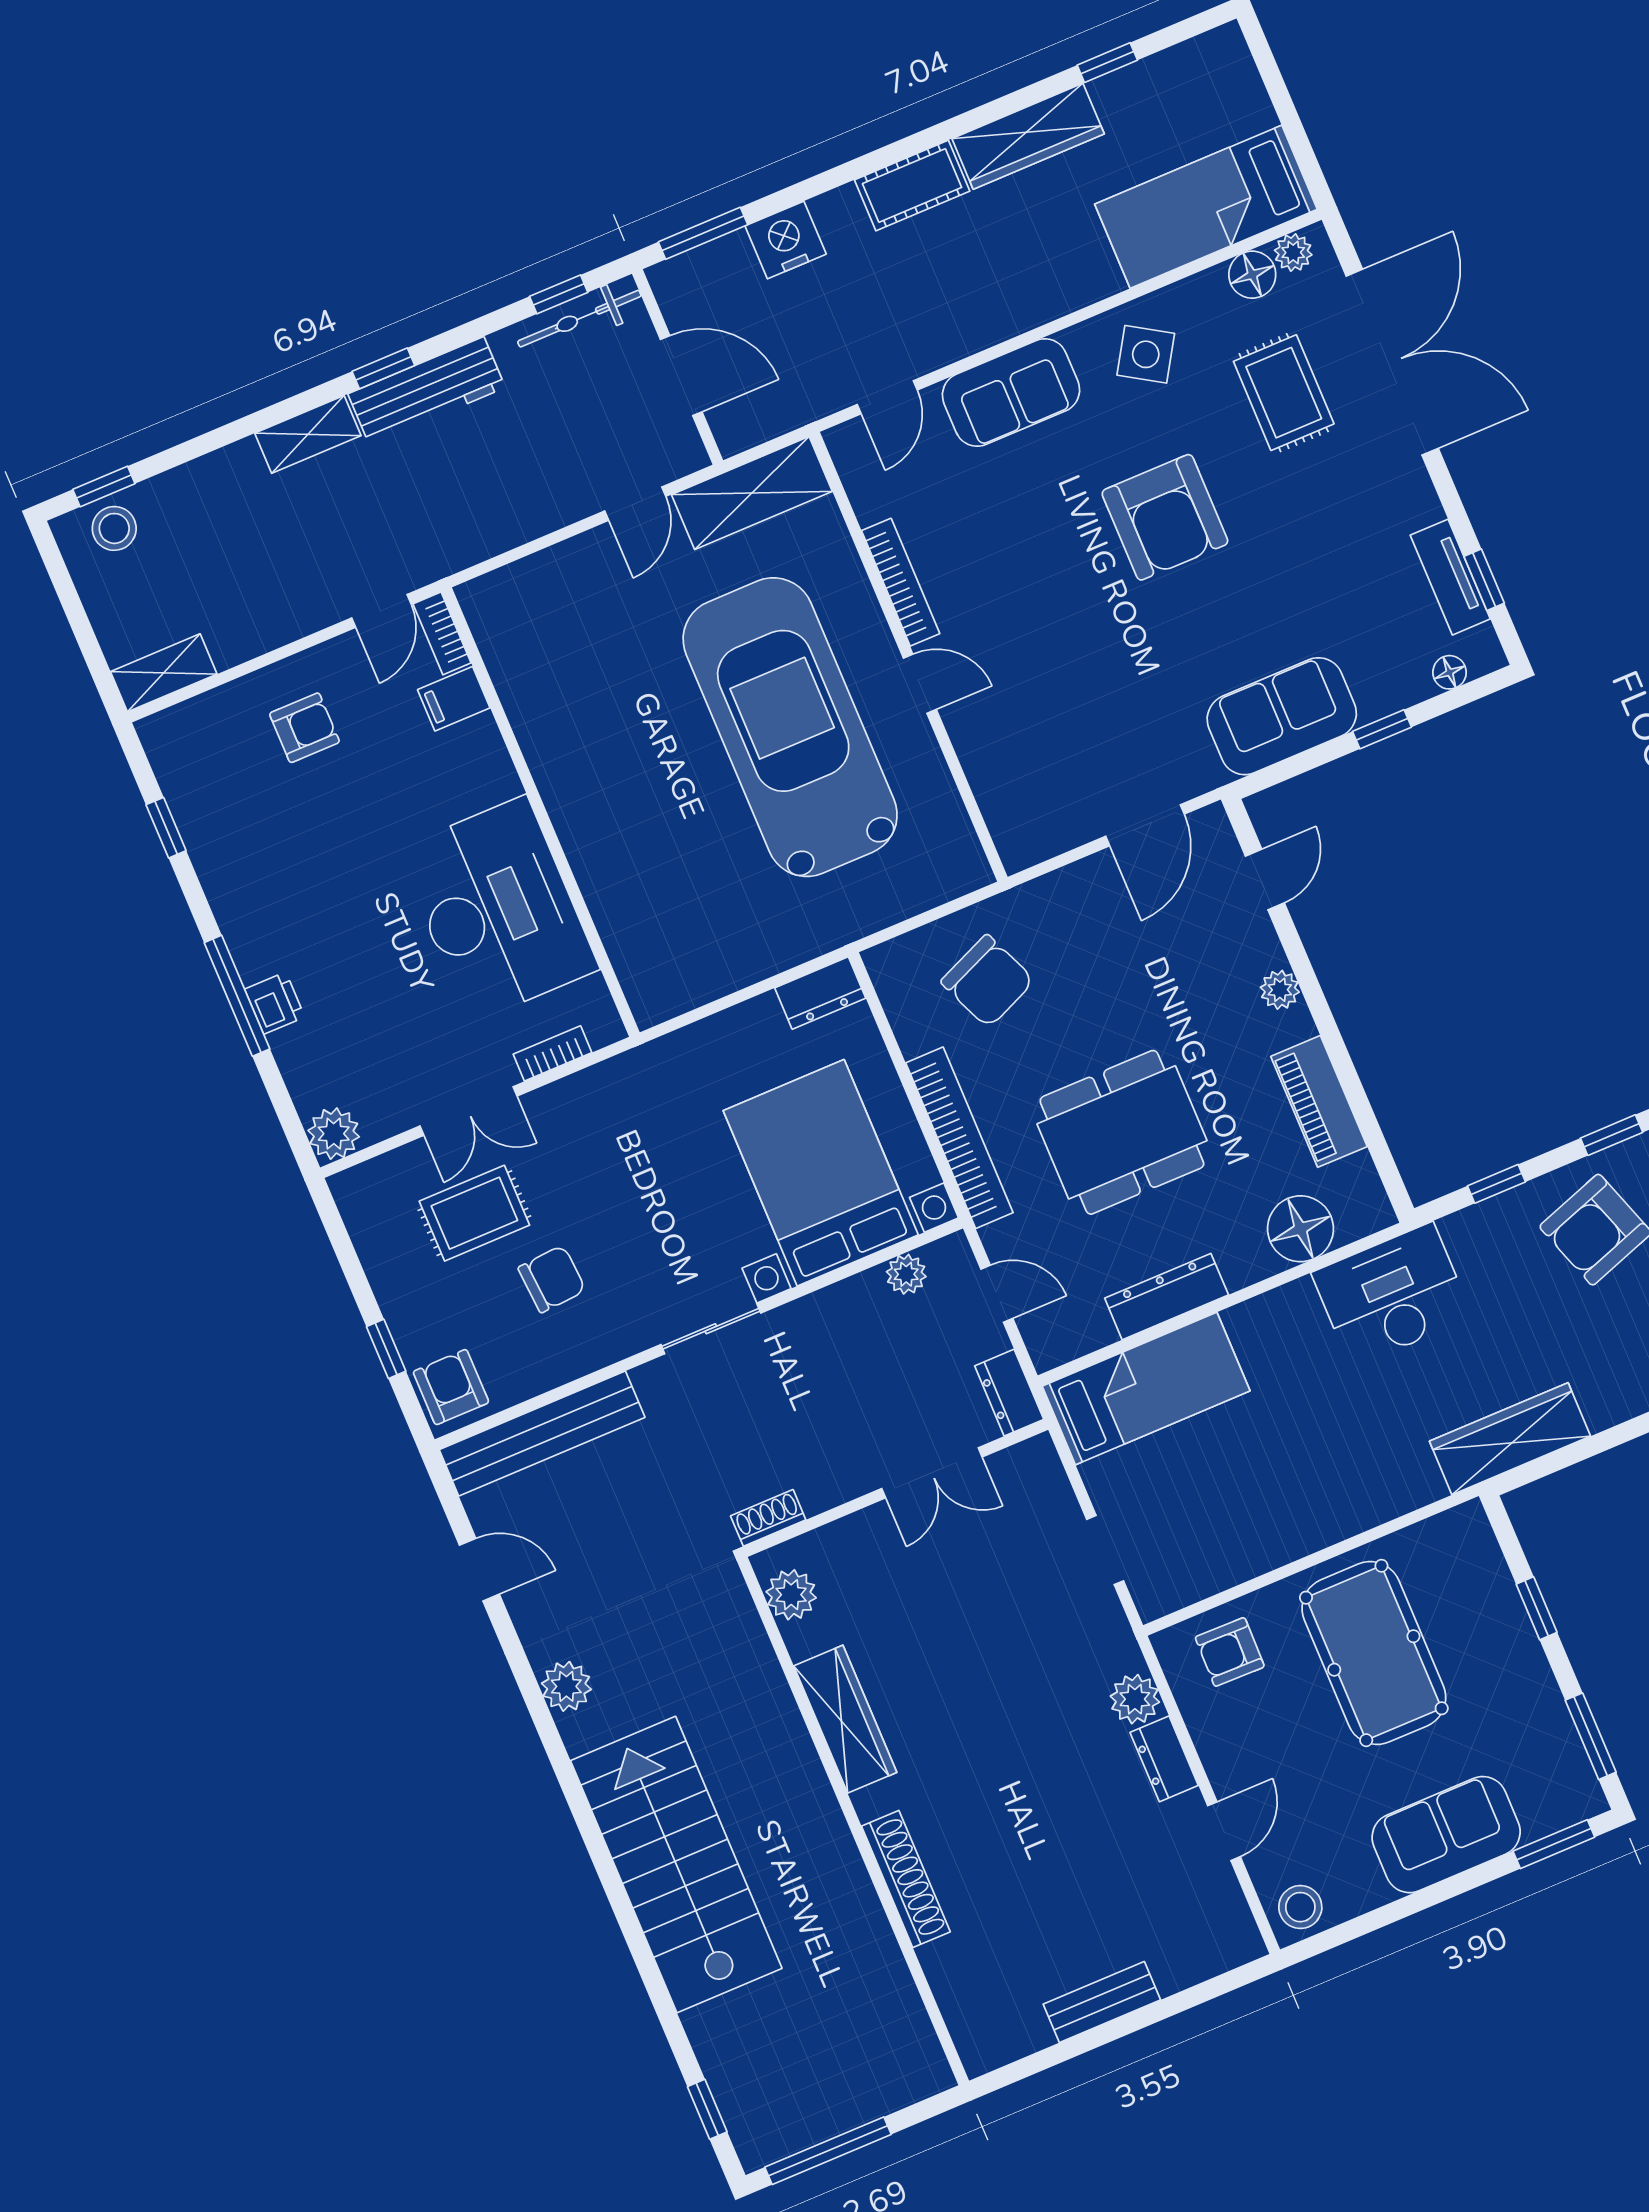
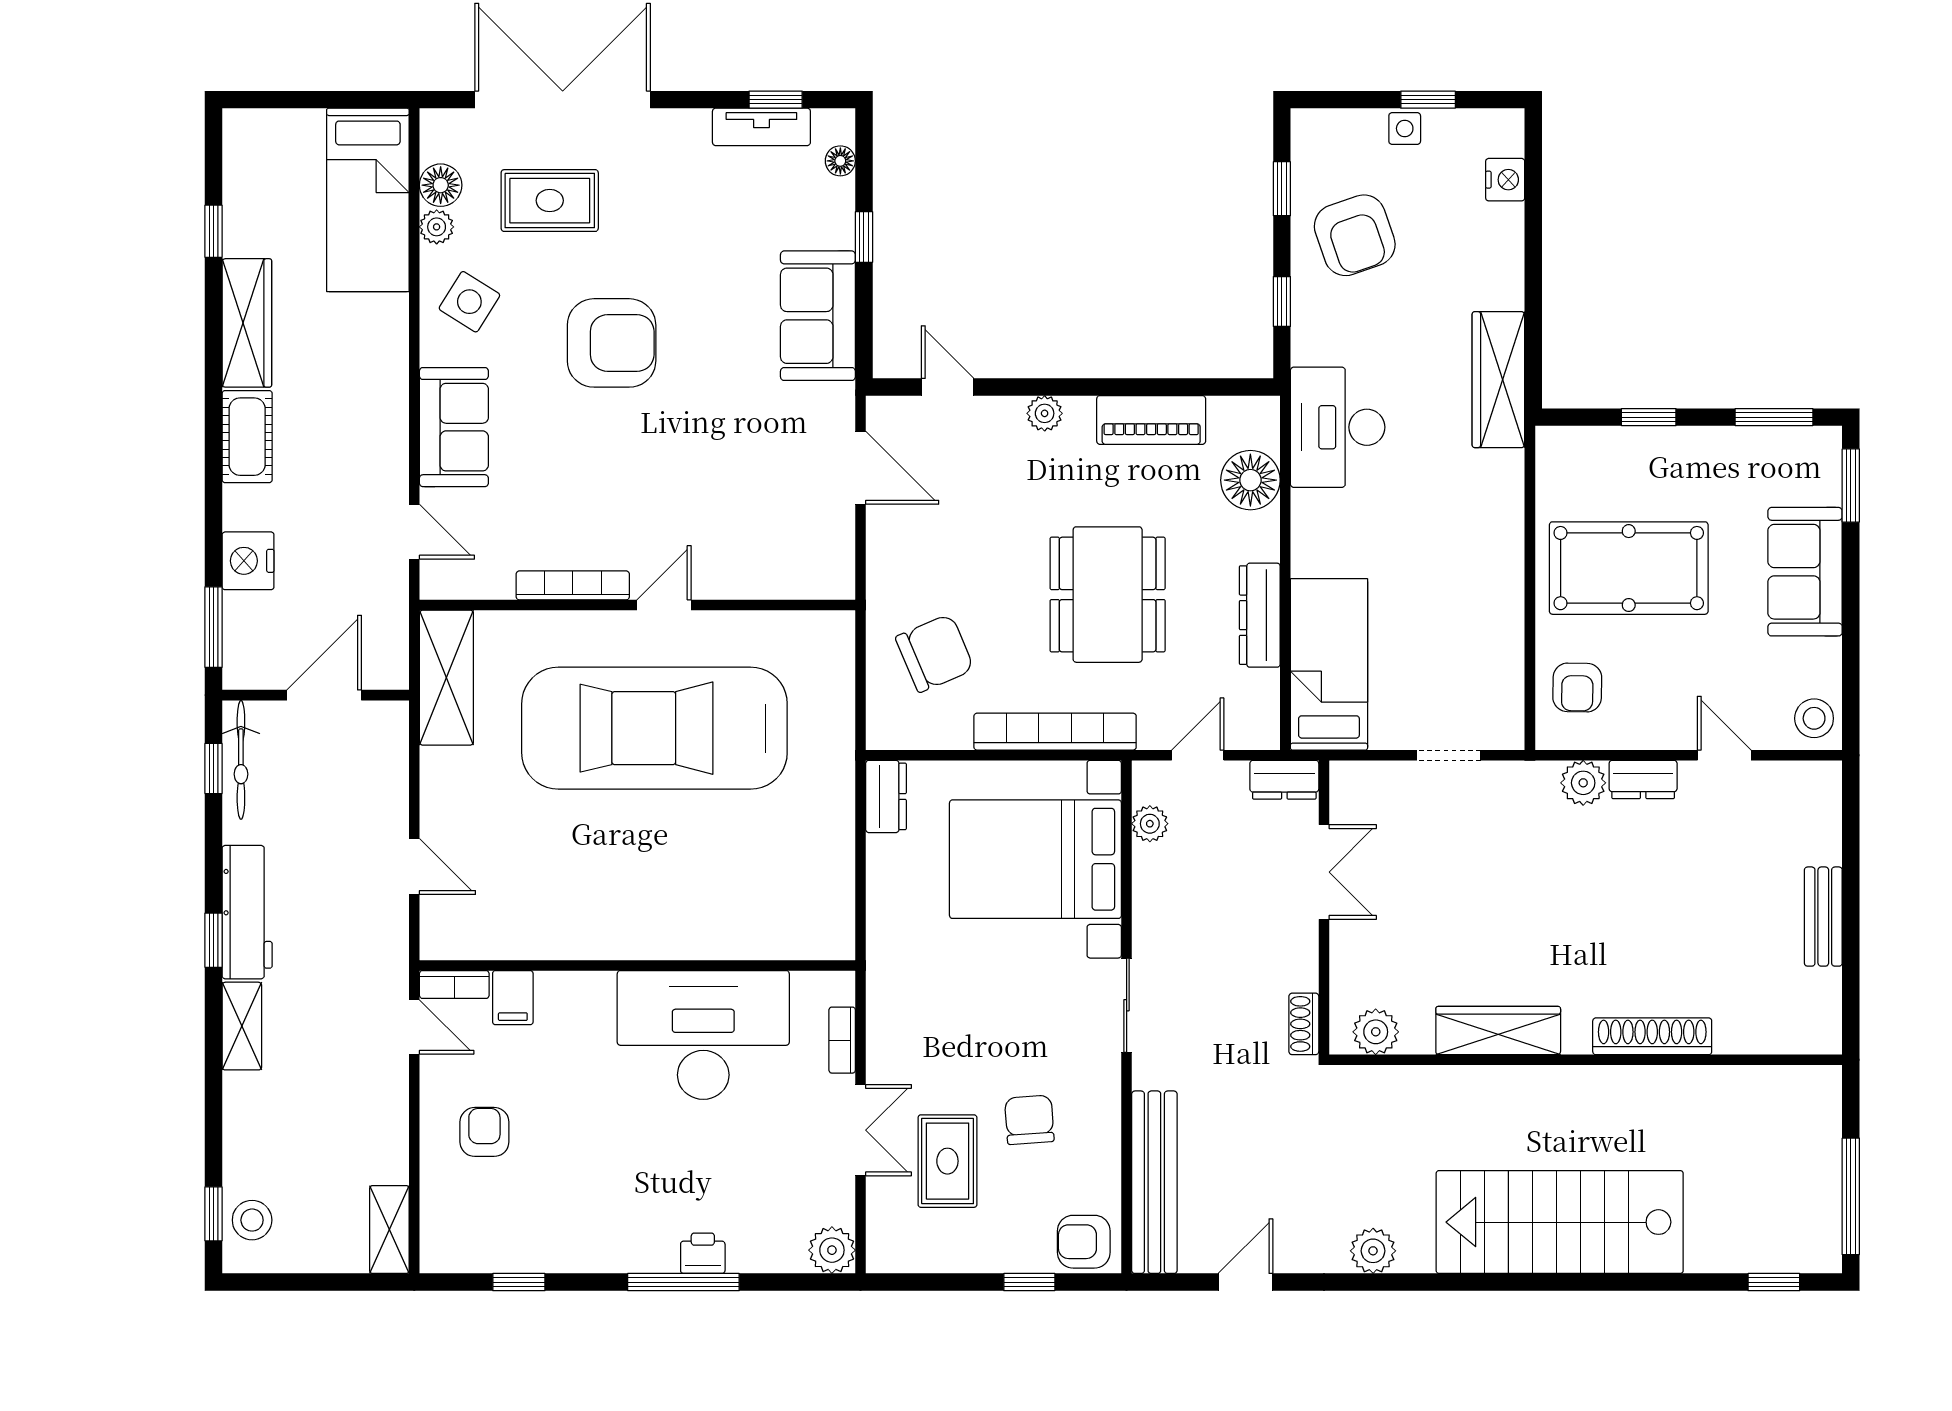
plant: (1293, 252) -> (437, 227), moved
door: (635, 504) -> (414, 866), moved

